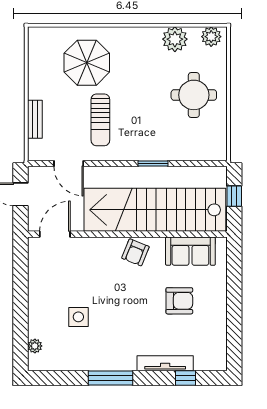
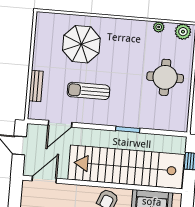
plant: (175, 39) -> (159, 27), width x0.53, depth x0.53
sun lounger: (100, 120) -> (88, 91), turned 90
door: (69, 163) -> (60, 124), hinge flipped

